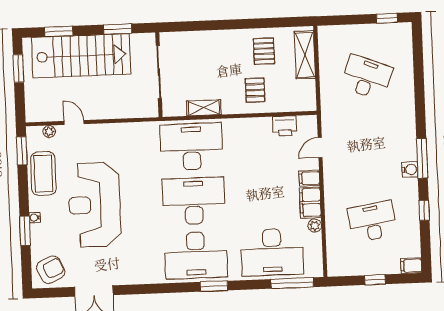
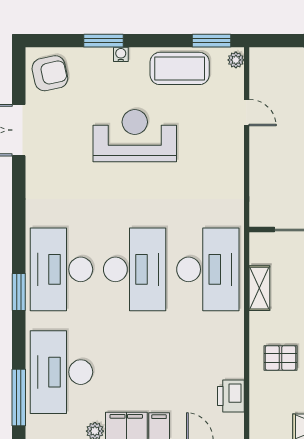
door: (74, 123) -> (247, 113), hinge flipped
plant: (49, 132) -> (236, 60), moved
reception desk: (94, 205) -> (135, 136), width x0.74, depth x0.77
armchair: (51, 270) -> (50, 73), turned -77

